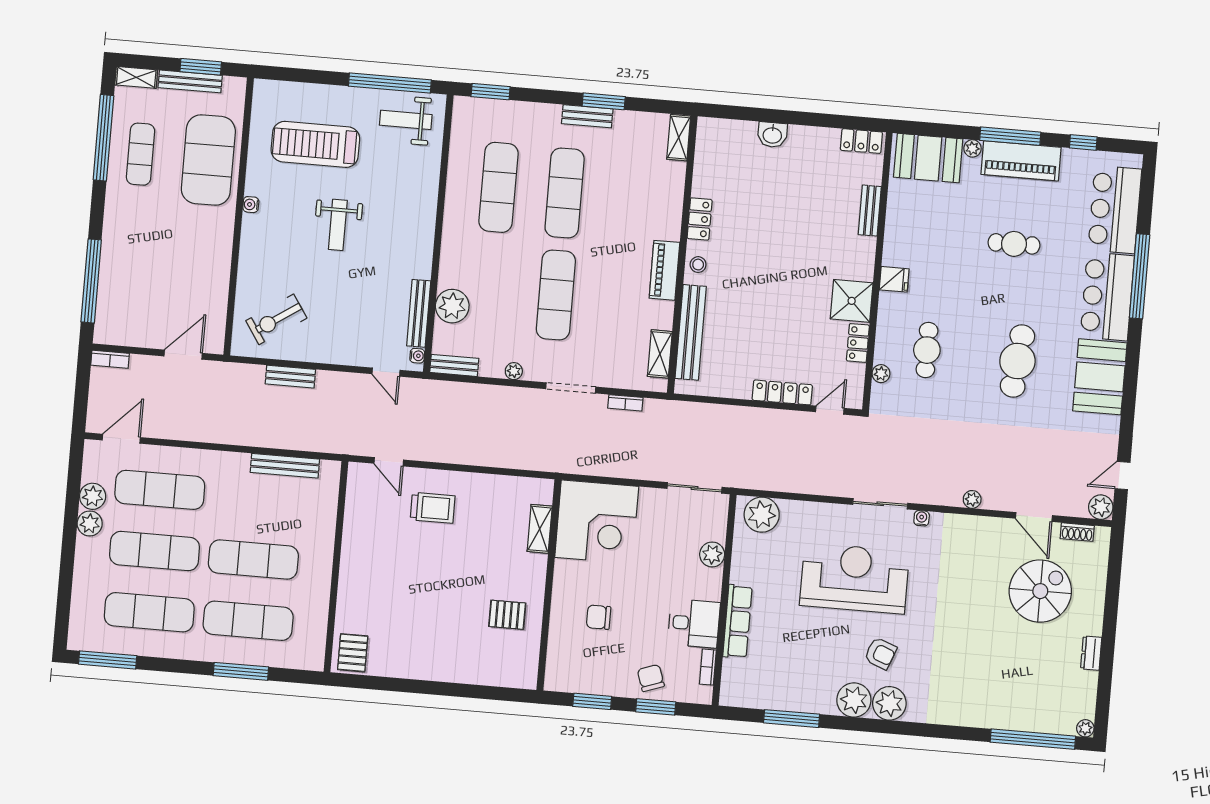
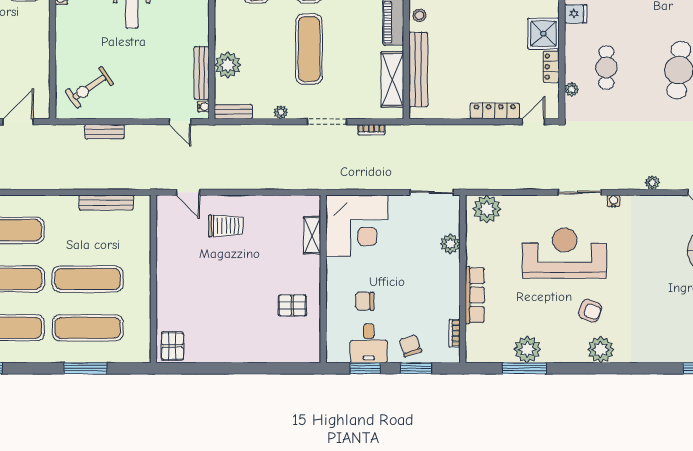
shelving: (660, 354) -> (392, 79), width x1.50, depth x1.33
desk: (694, 623) -> (369, 343), moved, turned 90
plant: (854, 700) -> (527, 349), moved

